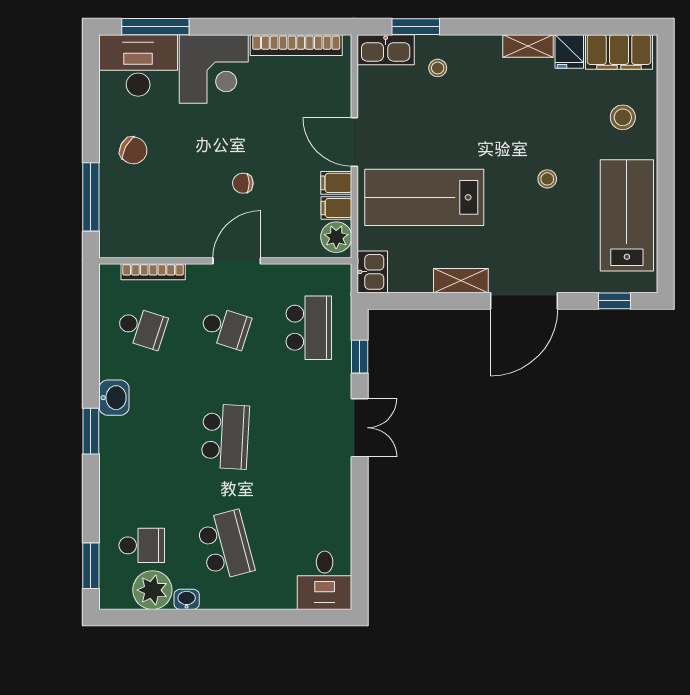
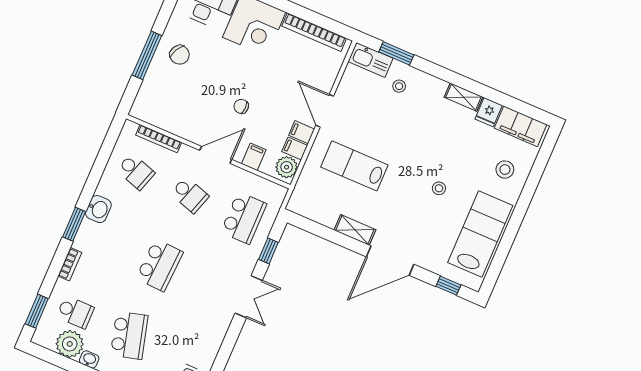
window: (91, 197) -> (147, 55), moved
lab bench: (424, 197) -> (354, 166), width x0.73, depth x0.72
filing cabinet: (288, 242) -> (254, 157), added
kitchen sink: (372, 272) -> (300, 200), removed
bookcase: (108, 486) -> (70, 264), added

